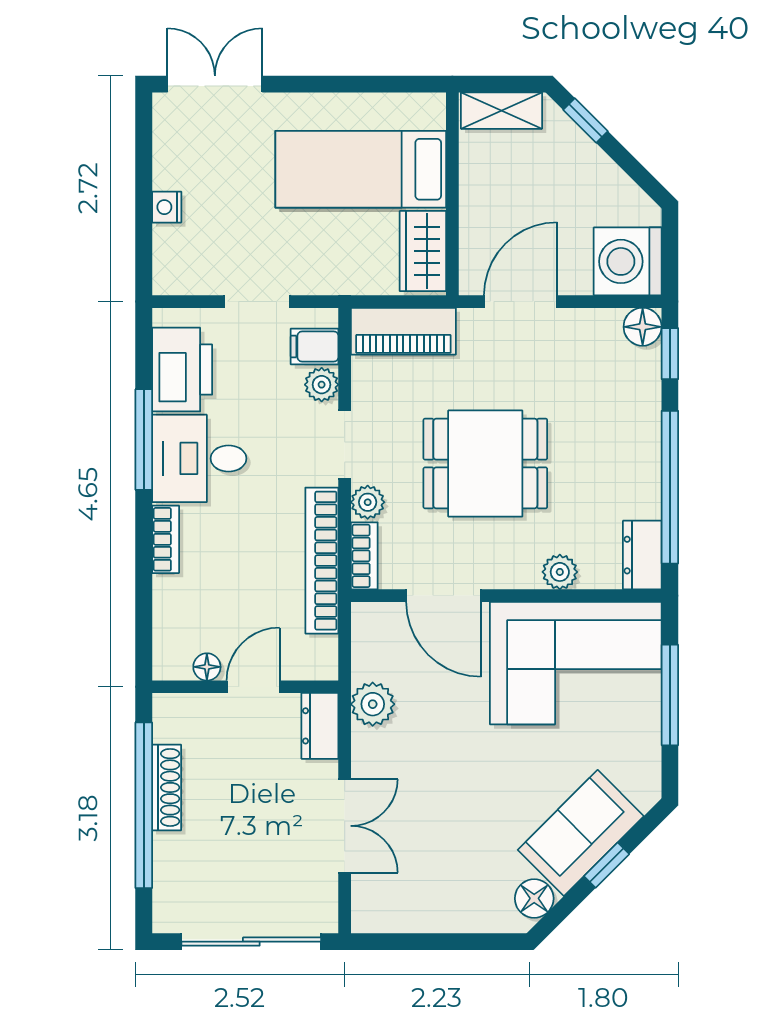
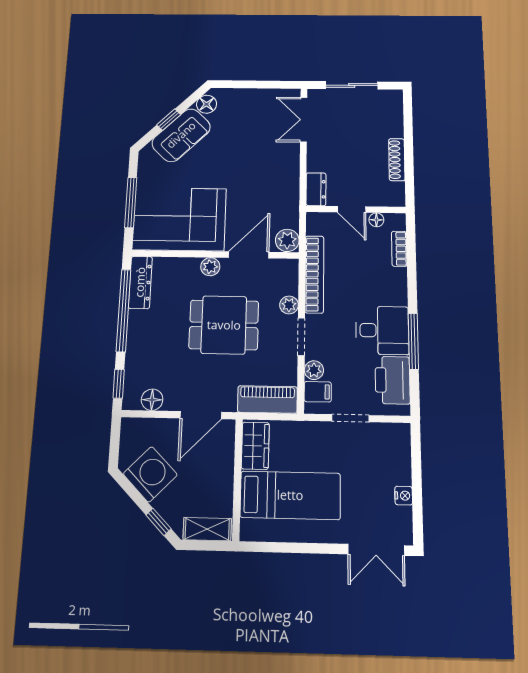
nightstand: (167, 207) -> (404, 496), moved
washing machine: (628, 261) -> (150, 474), moved, turned -45
floor lamp: (643, 327) -> (152, 400), moved
bookcase: (166, 539) -> (399, 249), moved
dresser: (642, 555) -> (140, 282), width x1.44
bookcase: (364, 556) -> (291, 276), removed
plant: (560, 572) -> (210, 267), moved
door: (444, 596) -> (249, 255), hinge flipped
door: (253, 687) -> (352, 209), hinge flipped
plant: (373, 704) -> (287, 240), moved
window: (144, 805) -> (409, 151), removed
double door: (345, 826) -> (304, 120), moved
sliding door: (251, 942) -> (352, 85), width x0.73

